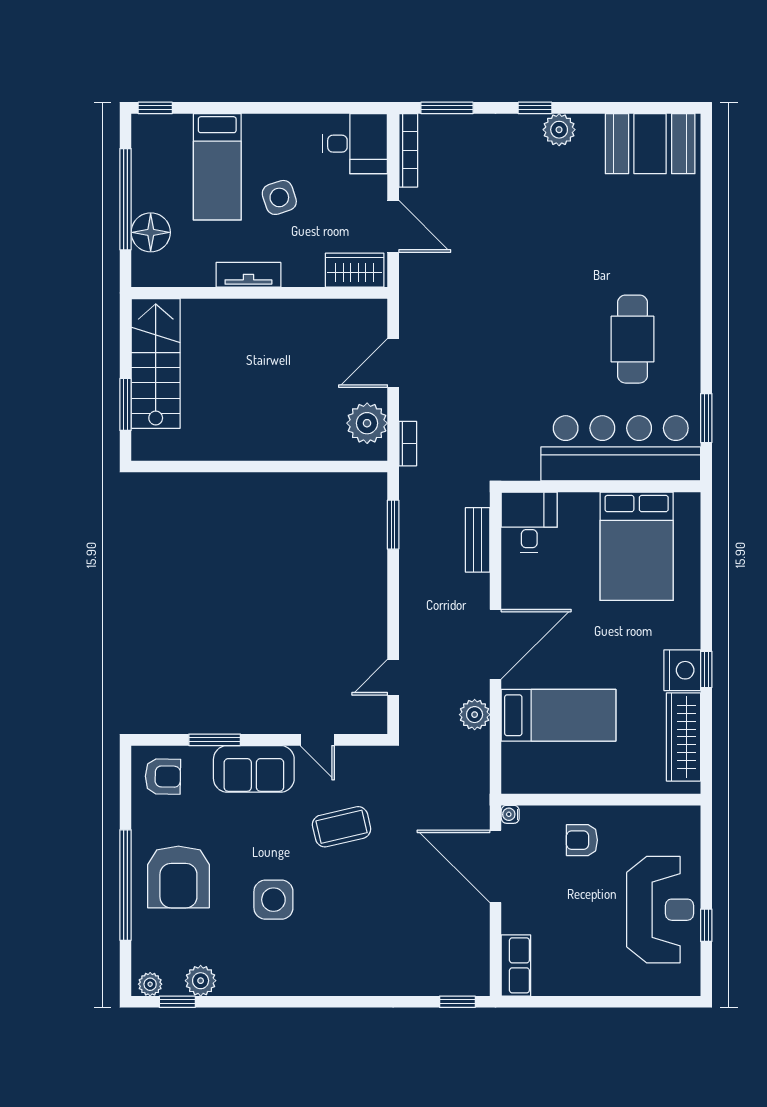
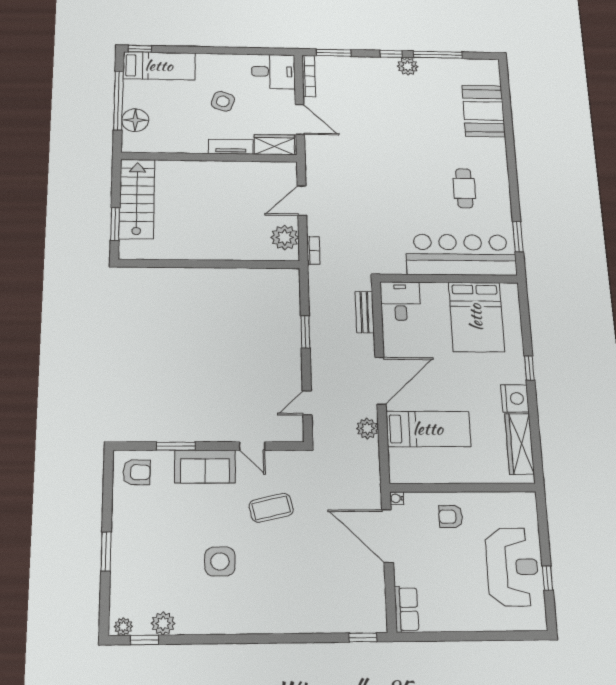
window: (607, 108) -> (438, 55), added
booth: (650, 144) -> (484, 111), moved, turned 90
bed: (217, 167) -> (159, 66), moved, turned -90
side table: (279, 197) -> (223, 101), turned 38
tv unit: (248, 275) -> (231, 147), moved
cafe table: (632, 339) -> (464, 188), width x0.73, depth x0.74
window: (393, 525) -> (305, 332), moved
window: (706, 669) -> (529, 368), moved
armchair: (178, 877) -> (147, 545), removed
window: (125, 885) -> (106, 551), width x0.47

